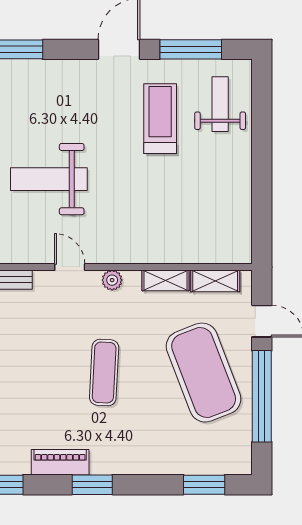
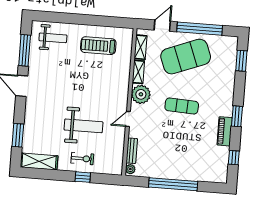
weight bench: (220, 104) -> (53, 38), turned 180
treadmill: (160, 119) -> (98, 46), moved
weight bench: (49, 179) -> (83, 126), turned -90
plant: (112, 280) -> (141, 94), width x1.88, depth x1.88

